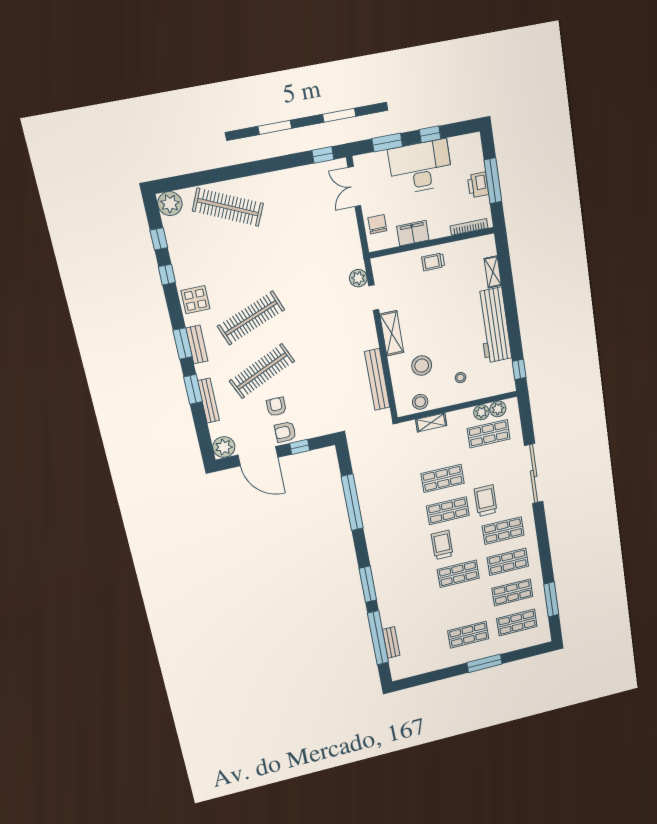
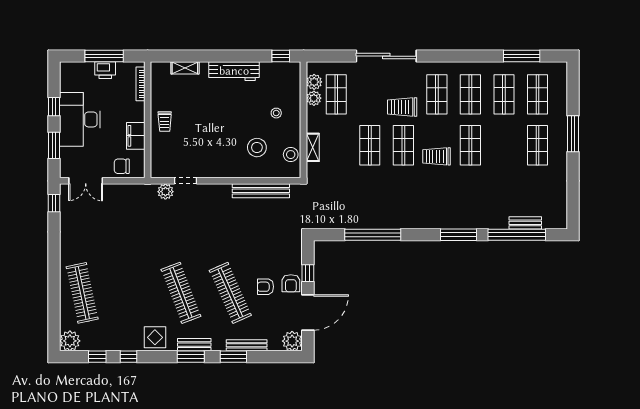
clothes rail: (228, 207) -> (82, 293), turned -36
workbench: (494, 325) -> (234, 71), width x0.73, depth x0.76
shelving: (392, 333) -> (221, 170), removed

